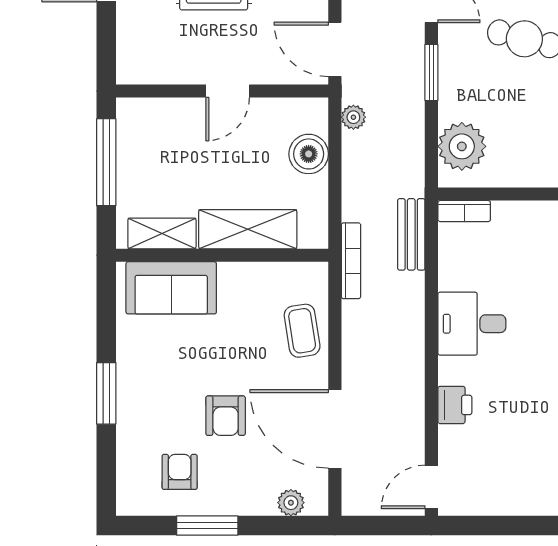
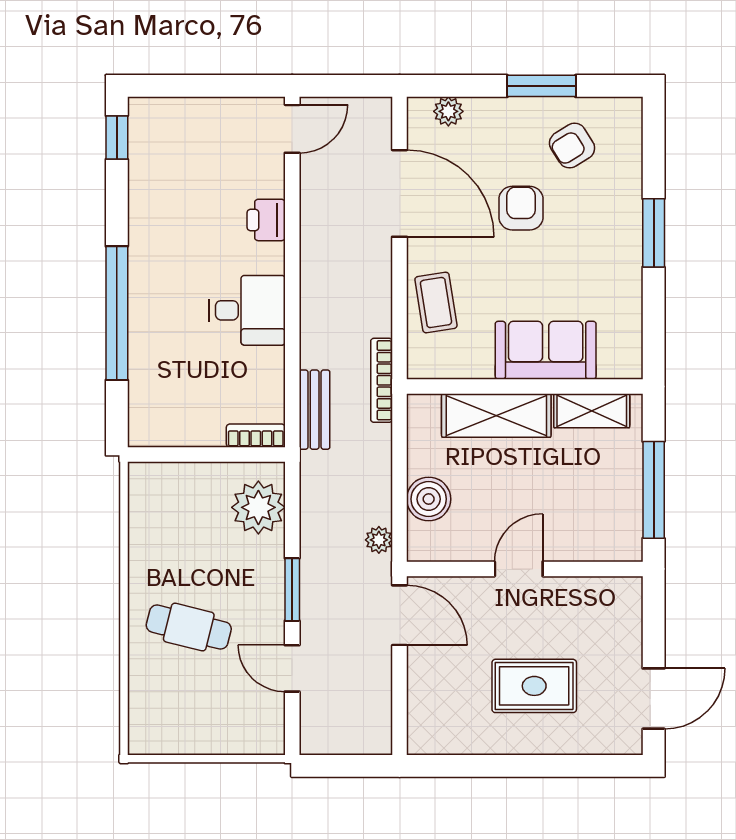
sofa: (171, 288) -> (546, 350), moved
armchair: (180, 472) -> (572, 146), turned 58

